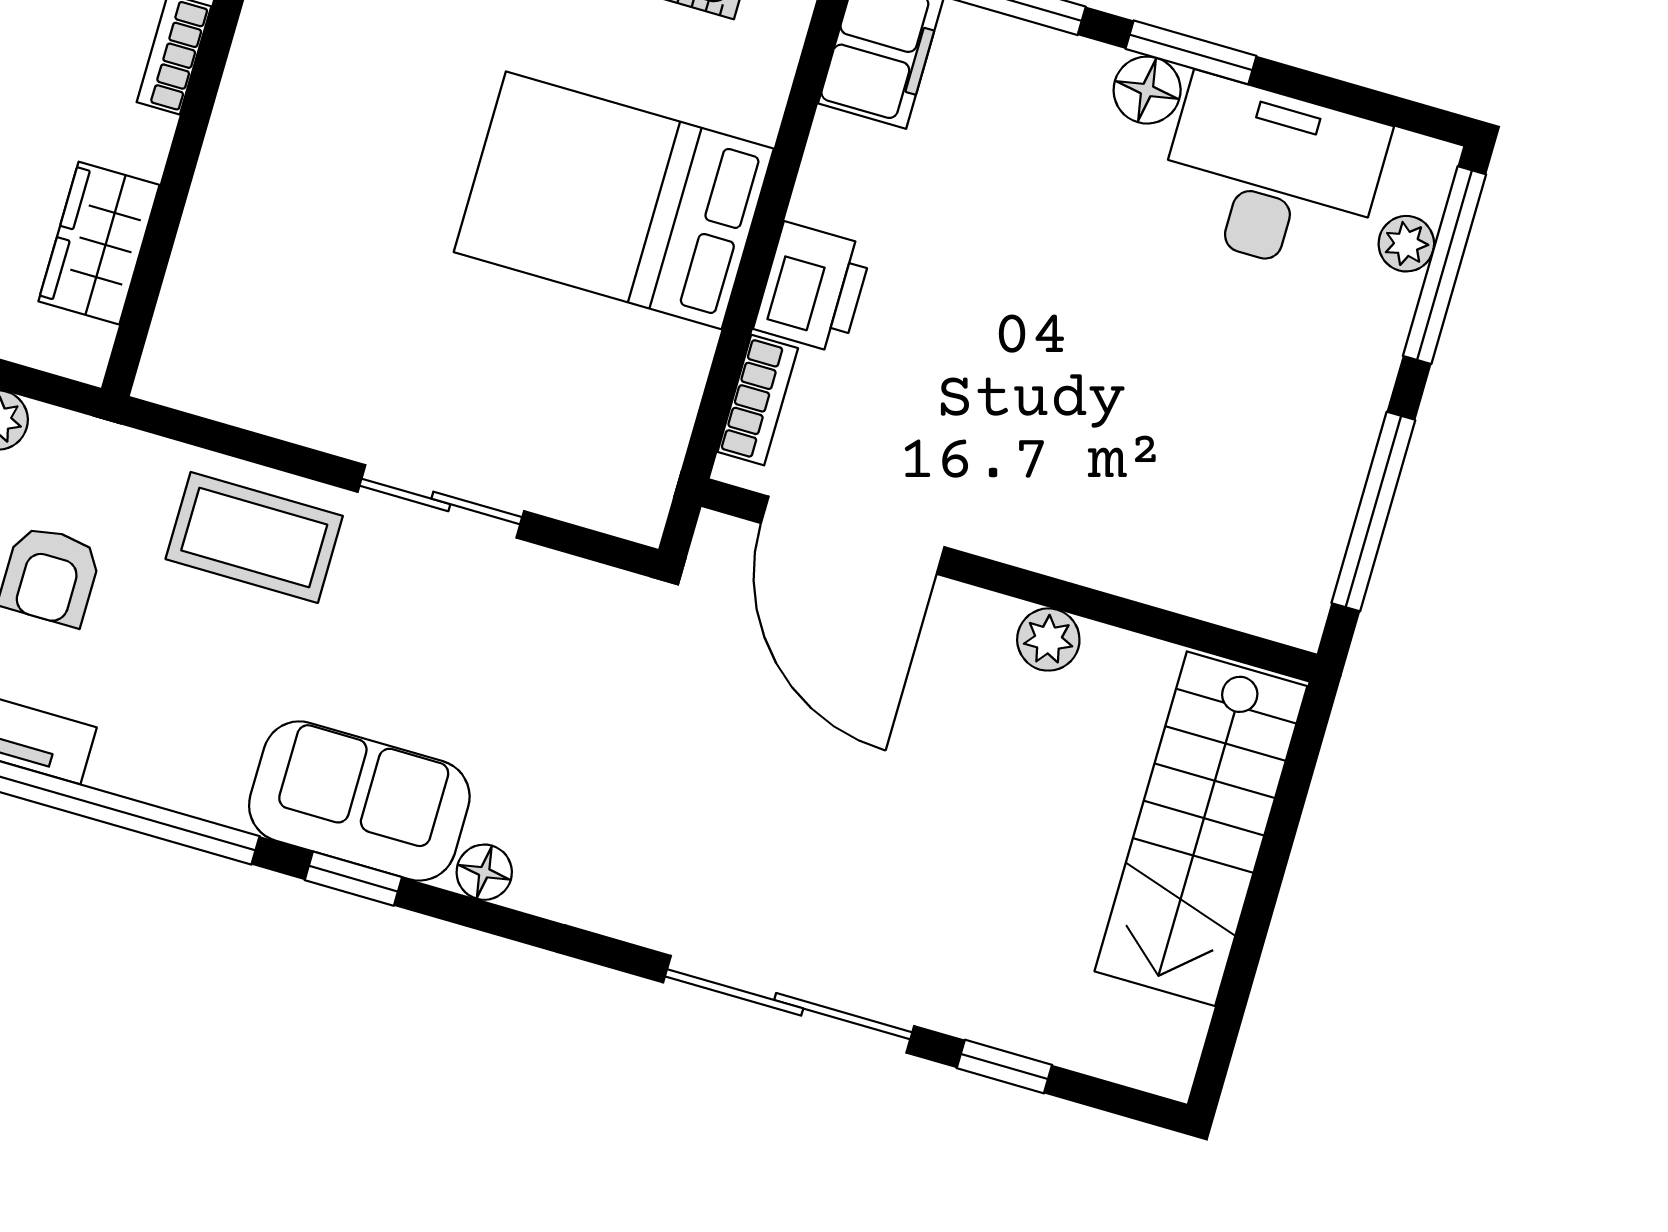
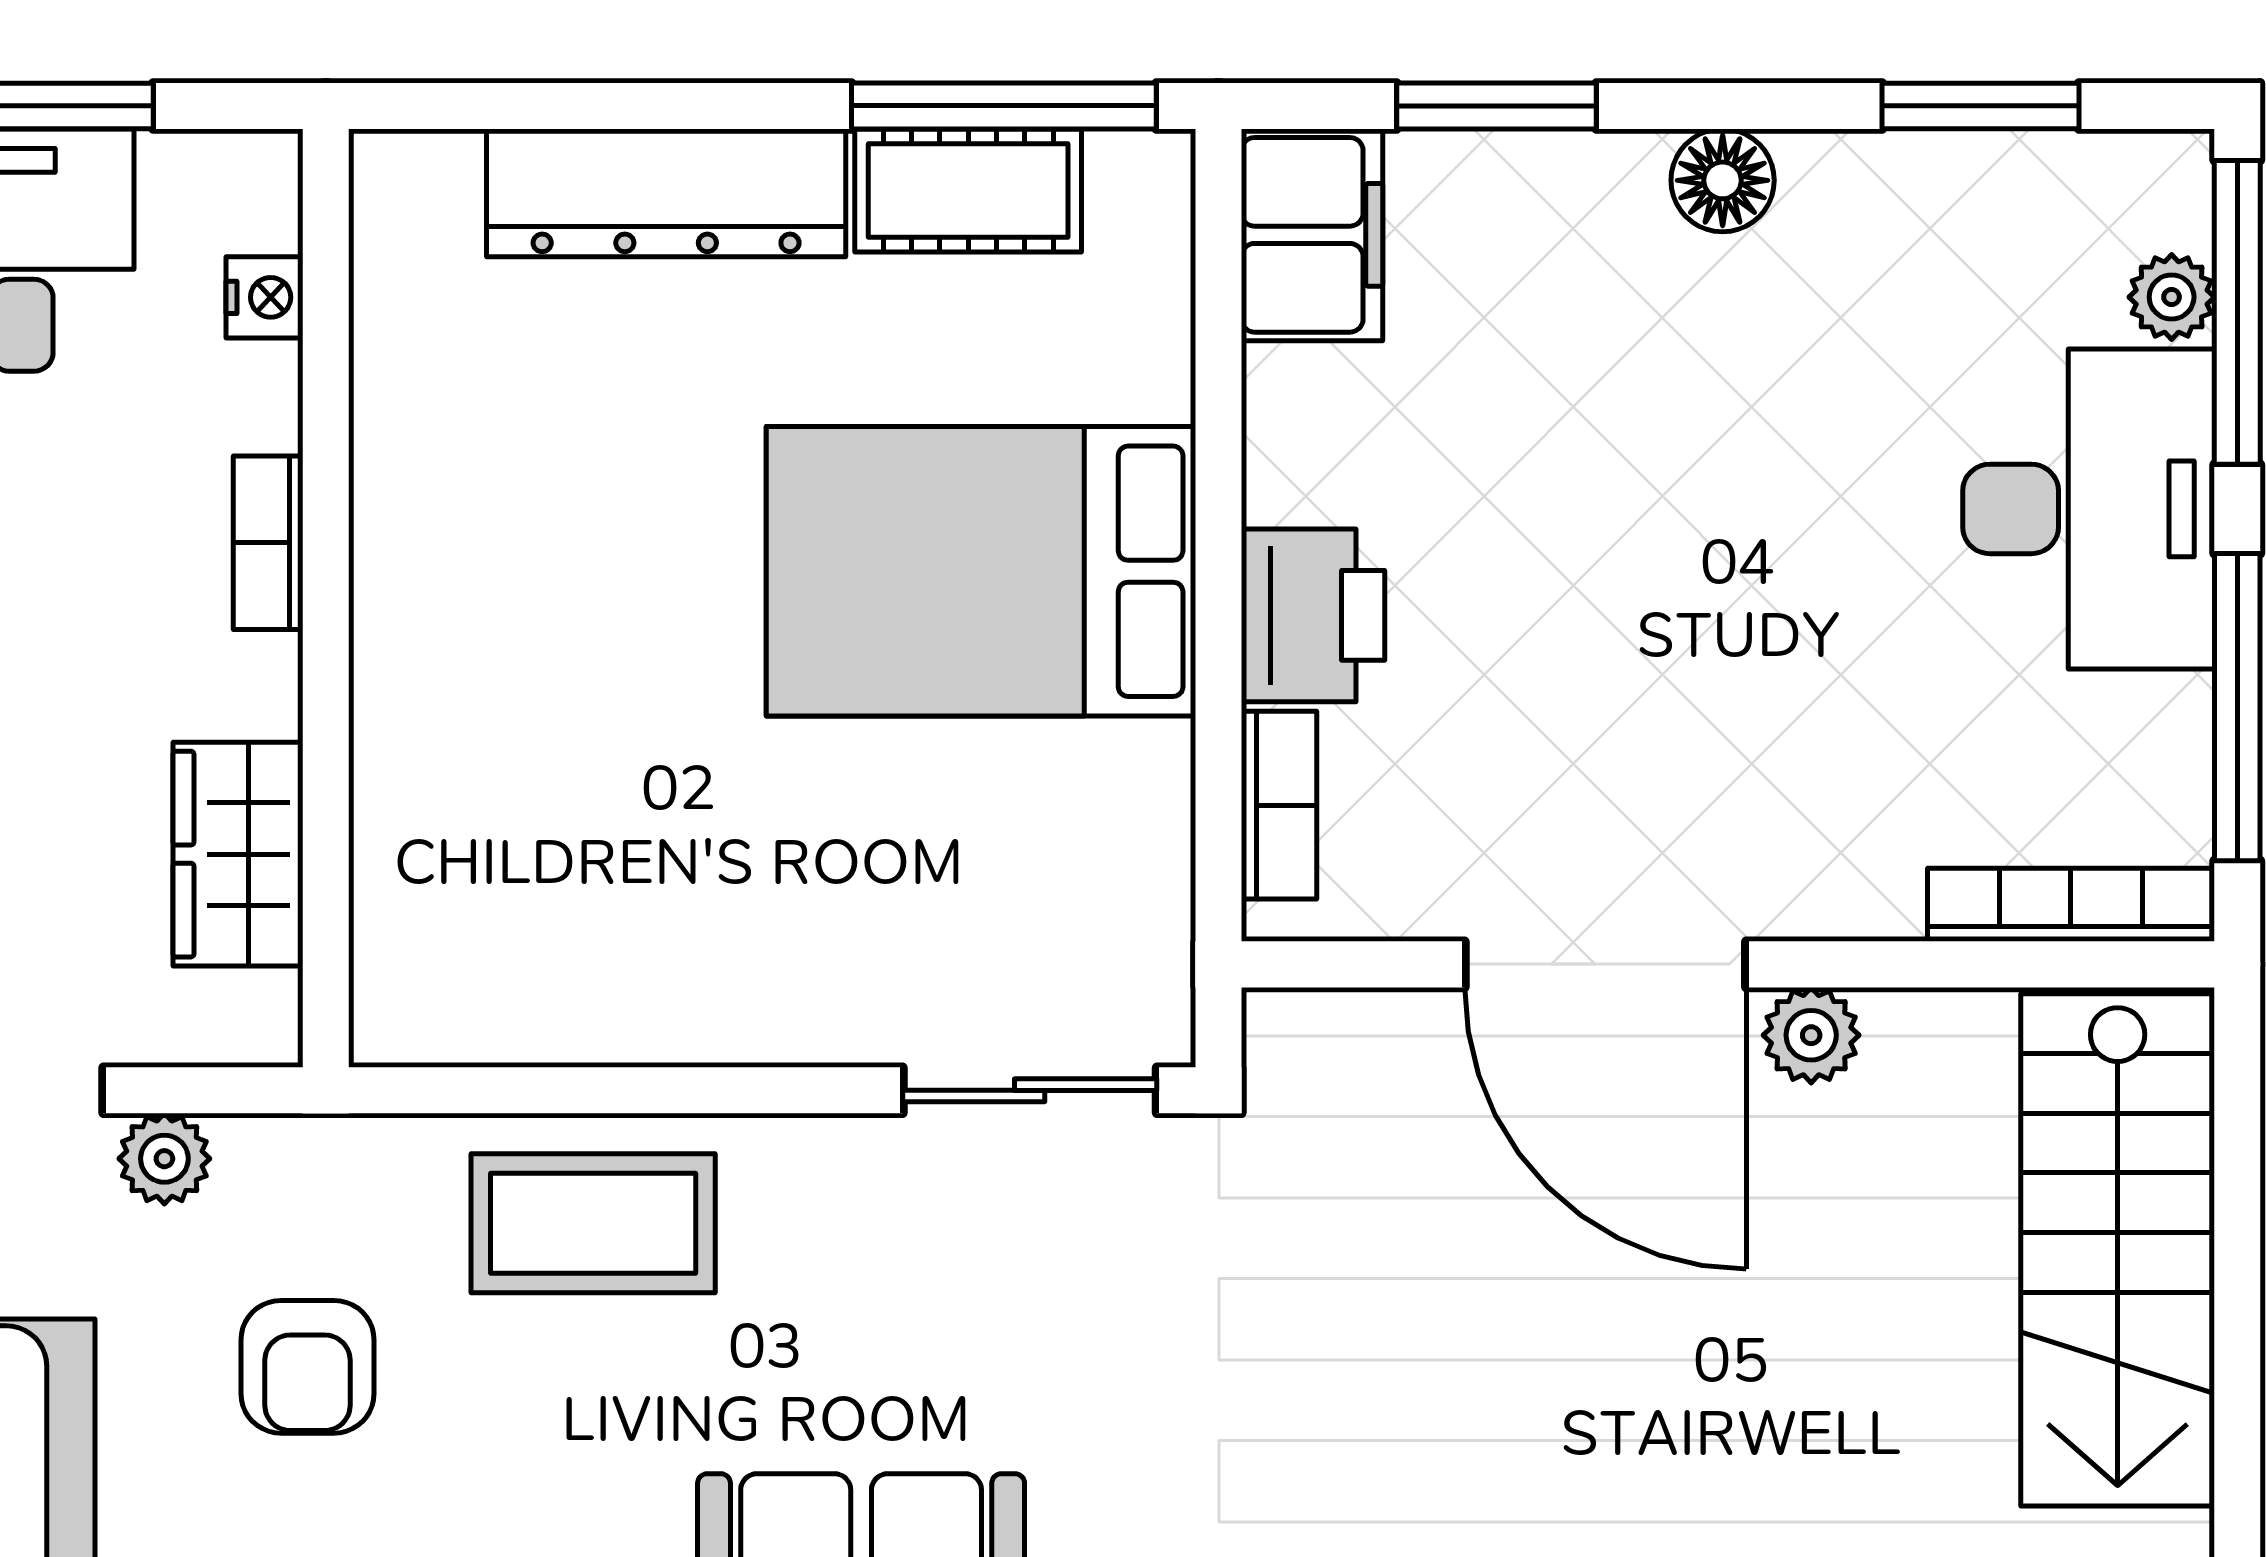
window: (1191, 52) -> (1980, 106), moved
desk: (1271, 176) -> (2089, 509), moved, turned 90
sliding door: (441, 501) -> (1030, 1090), moved
door: (853, 535) -> (1605, 964), moved
bookcase: (1234, 605) -> (2071, 905), added

